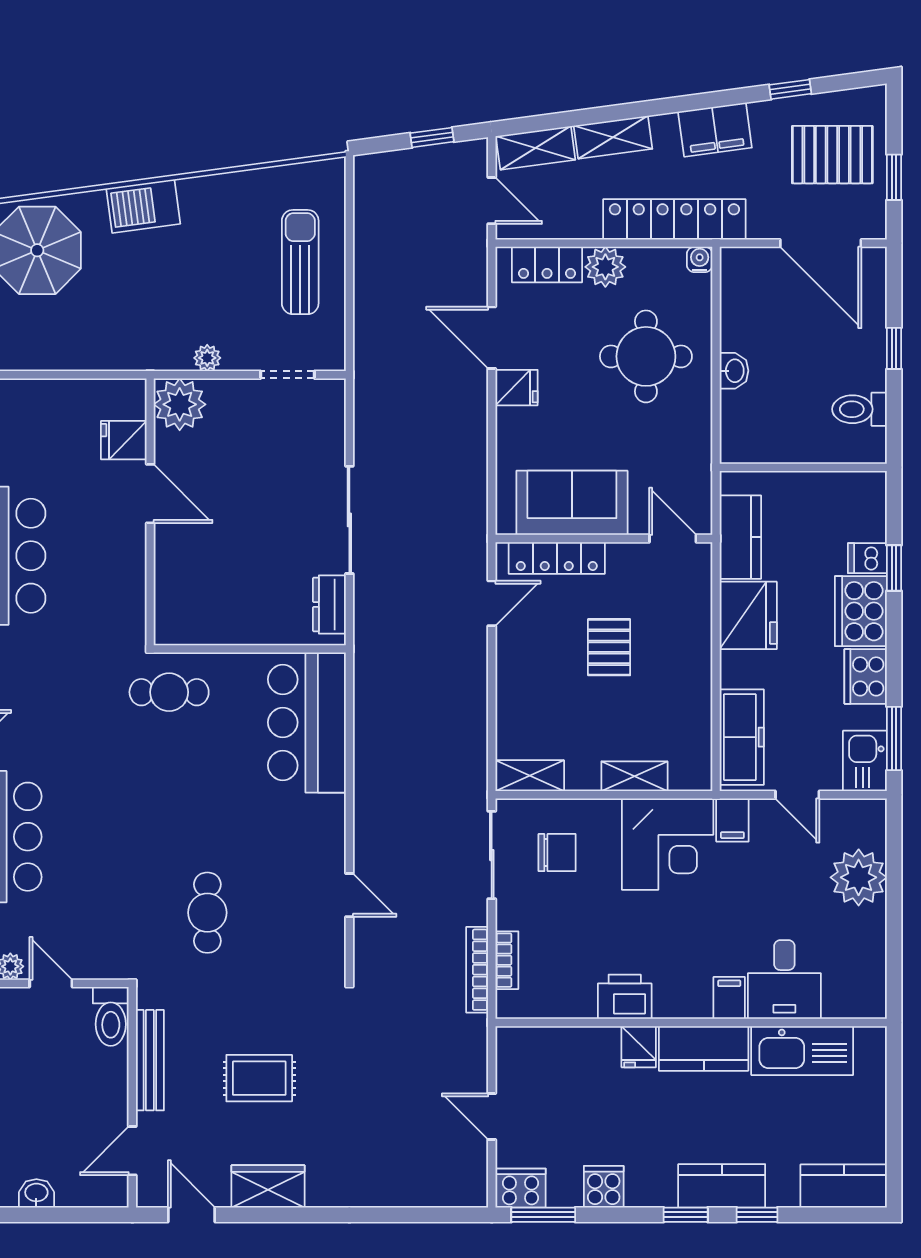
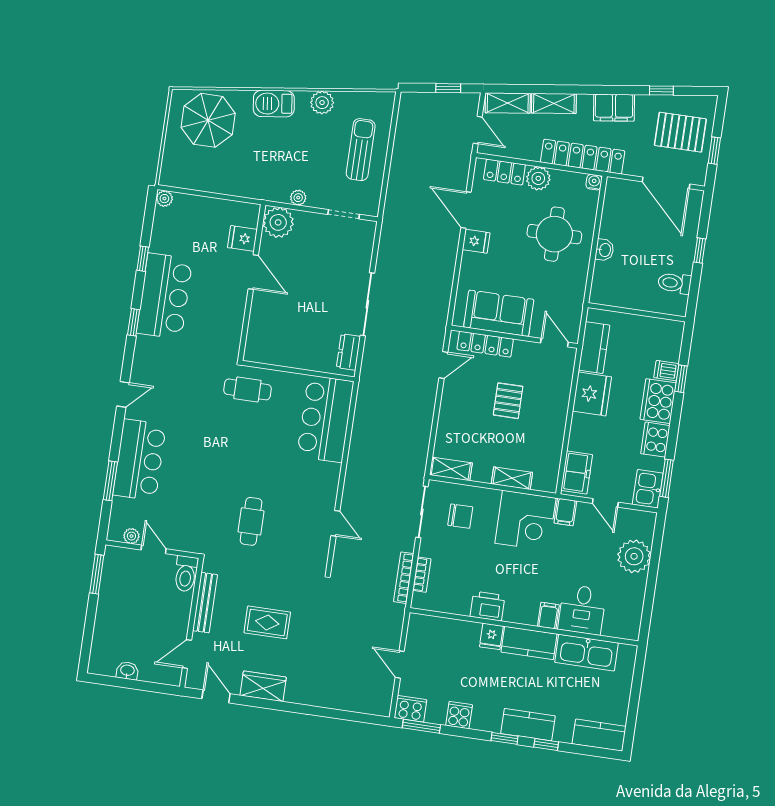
plant: (224, 193) -> (322, 103), added
freezer: (742, 737) -> (577, 472), width x0.71

